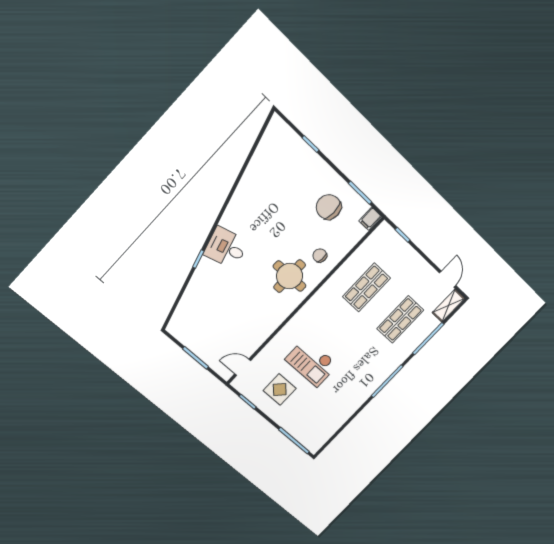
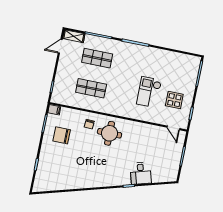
chair: (329, 207) -> (62, 135), turned 90
desk: (226, 248) -> (141, 173), moved
checkout: (312, 362) -> (149, 92), turned 180

